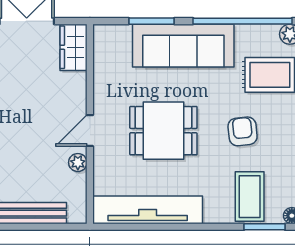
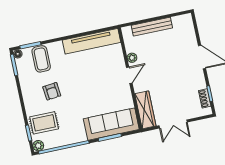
sofa: (183, 46) -> (111, 124), moved
wardrobe: (73, 47) -> (145, 110), width x1.50
dining table: (163, 131) -> (92, 83), removed

